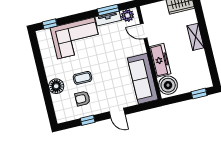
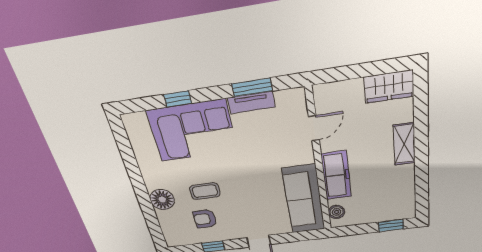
plant: (127, 16) -> (287, 100), removed
window: (50, 24) -> (178, 99), moved
door: (144, 31) -> (314, 128), swing flipped
boiler: (168, 85) -> (337, 212), width x0.54, depth x0.54

